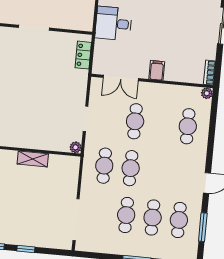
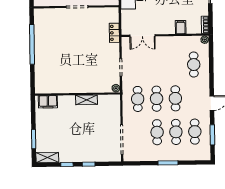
locker: (83, 55) -> (114, 33), moved
filing cabinet: (157, 70) -> (181, 27), moved
cafe table: (135, 121) -> (175, 98), moved

